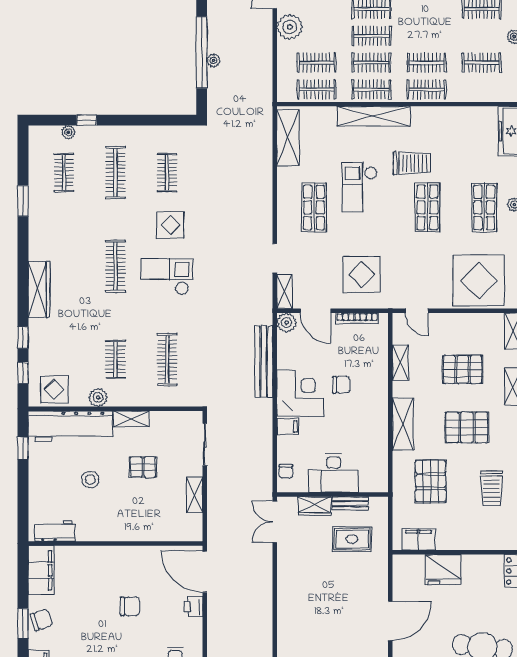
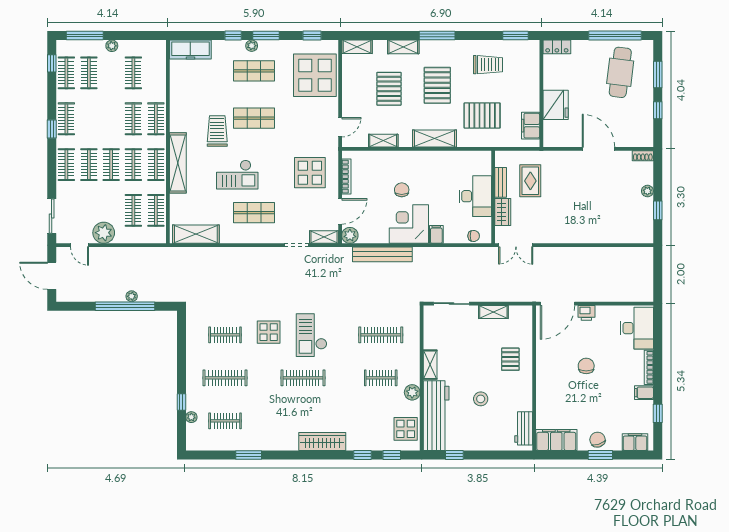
pallet: (143, 467) -> (510, 359), moved

